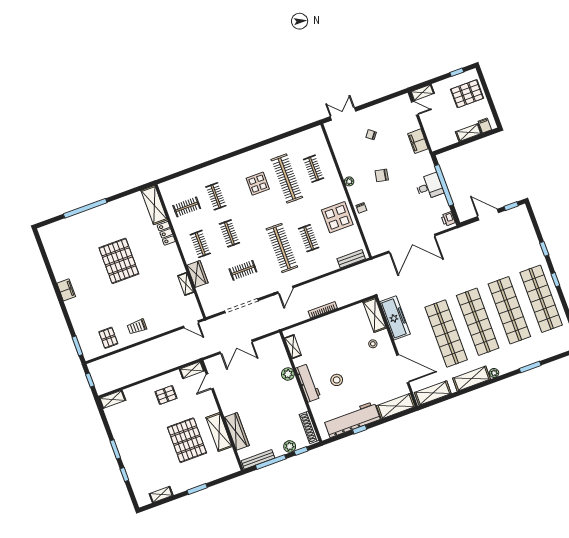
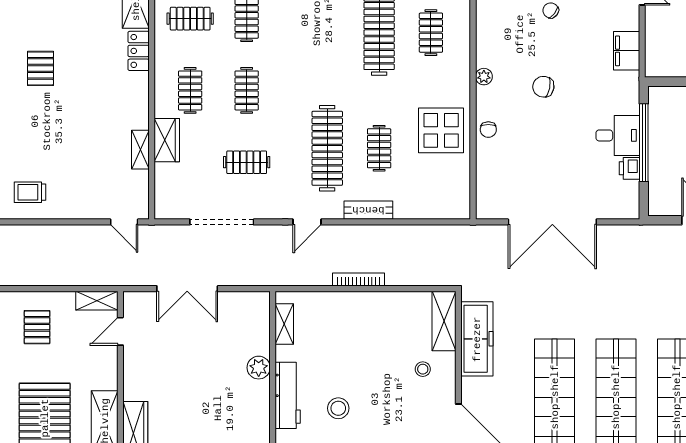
display table: (258, 184) -> (326, 23), removed
printer: (448, 219) -> (630, 168), moved
bench: (351, 259) -> (368, 210), moved
pallet: (119, 261) -> (40, 68), width x0.49, depth x0.50
pallet: (166, 395) -> (37, 327), turned 90

